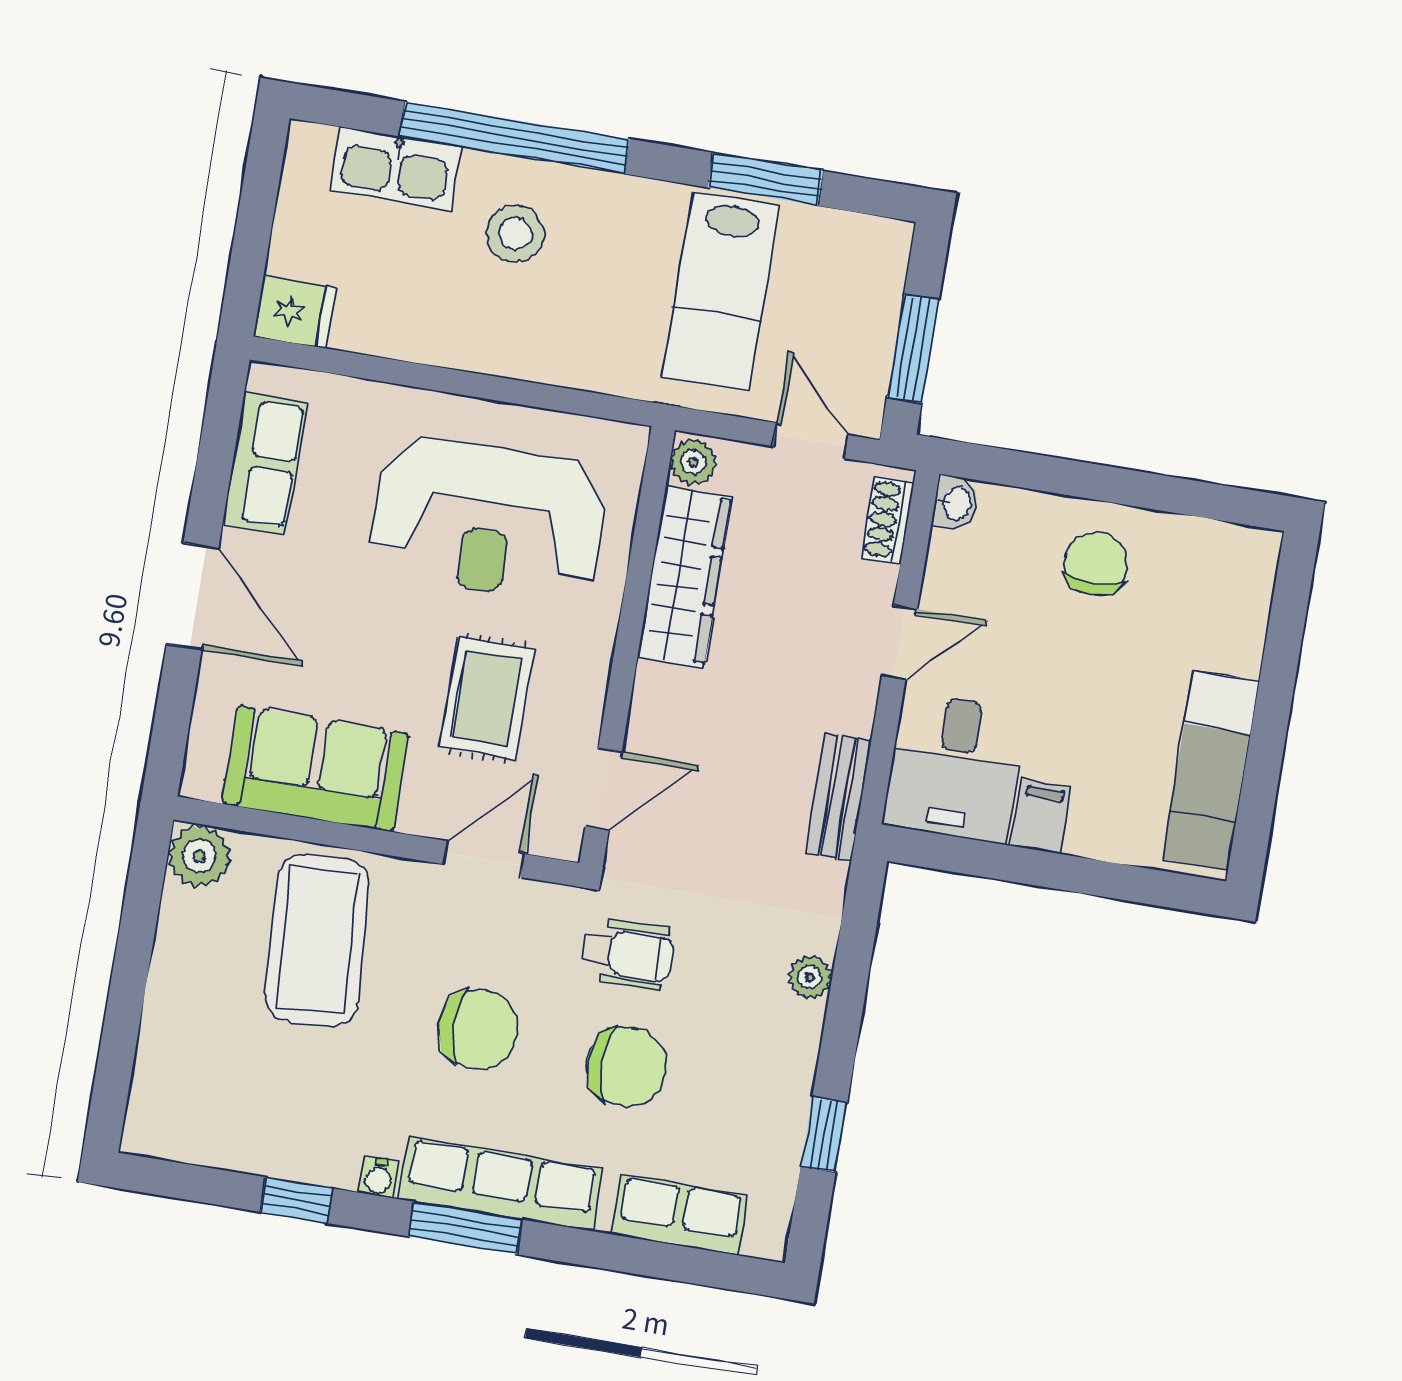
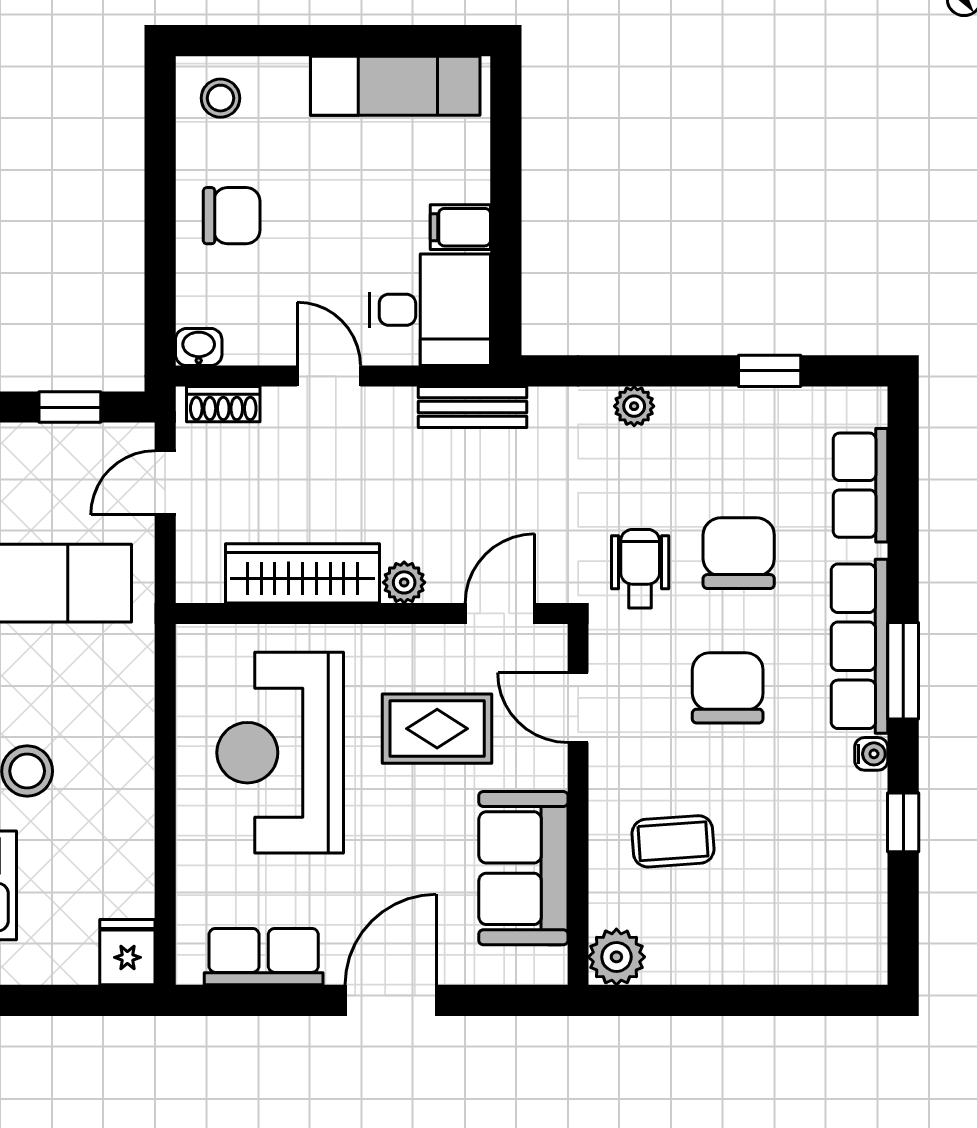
window: (913, 348) -> (70, 407), width x0.67
plant: (693, 462) -> (404, 582), moved
reception desk: (489, 519) -> (280, 753), turned 180
chair: (1096, 564) -> (232, 216), turned 180
stool: (1229, 573) -> (220, 98), added
door: (604, 789) -> (500, 613), hinge flipped
coffee table: (318, 940) -> (673, 841), width x0.54, depth x0.58

